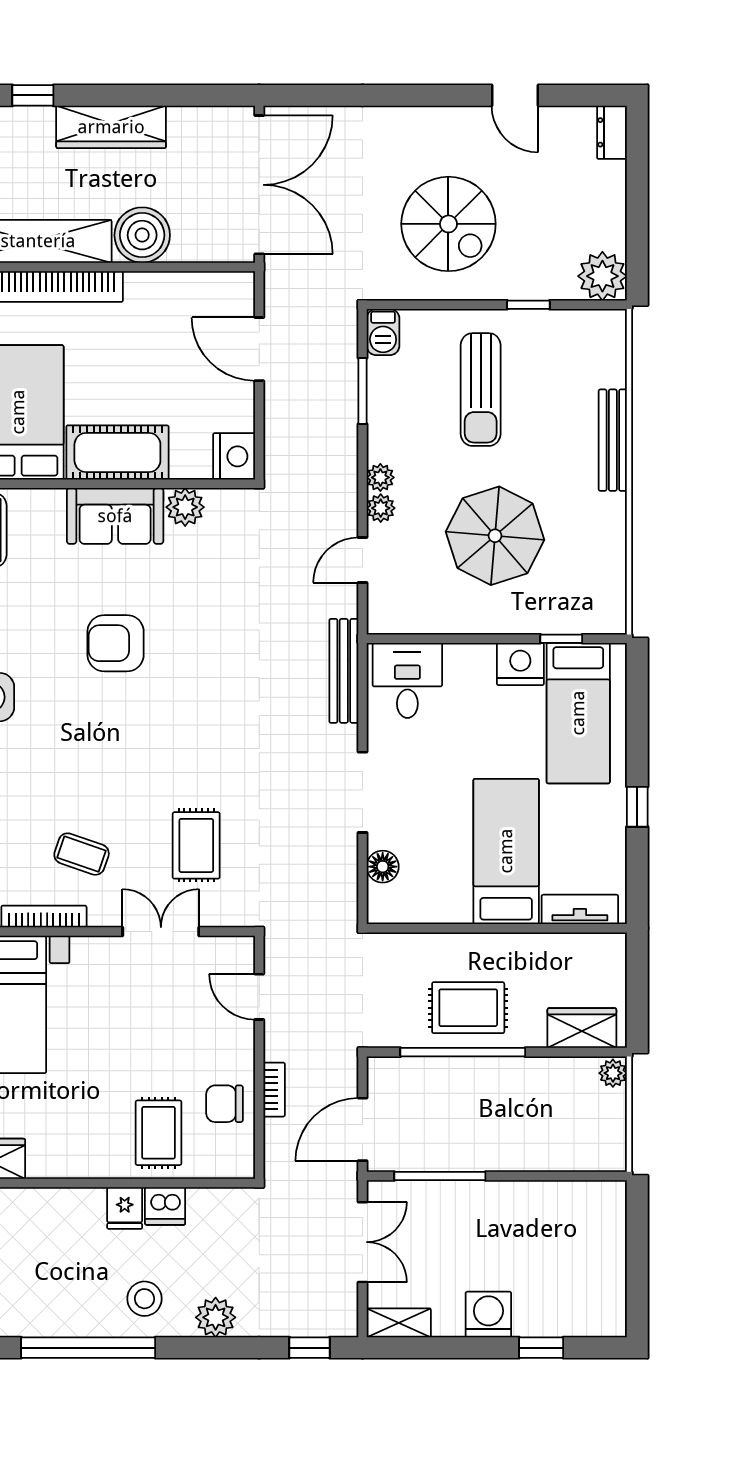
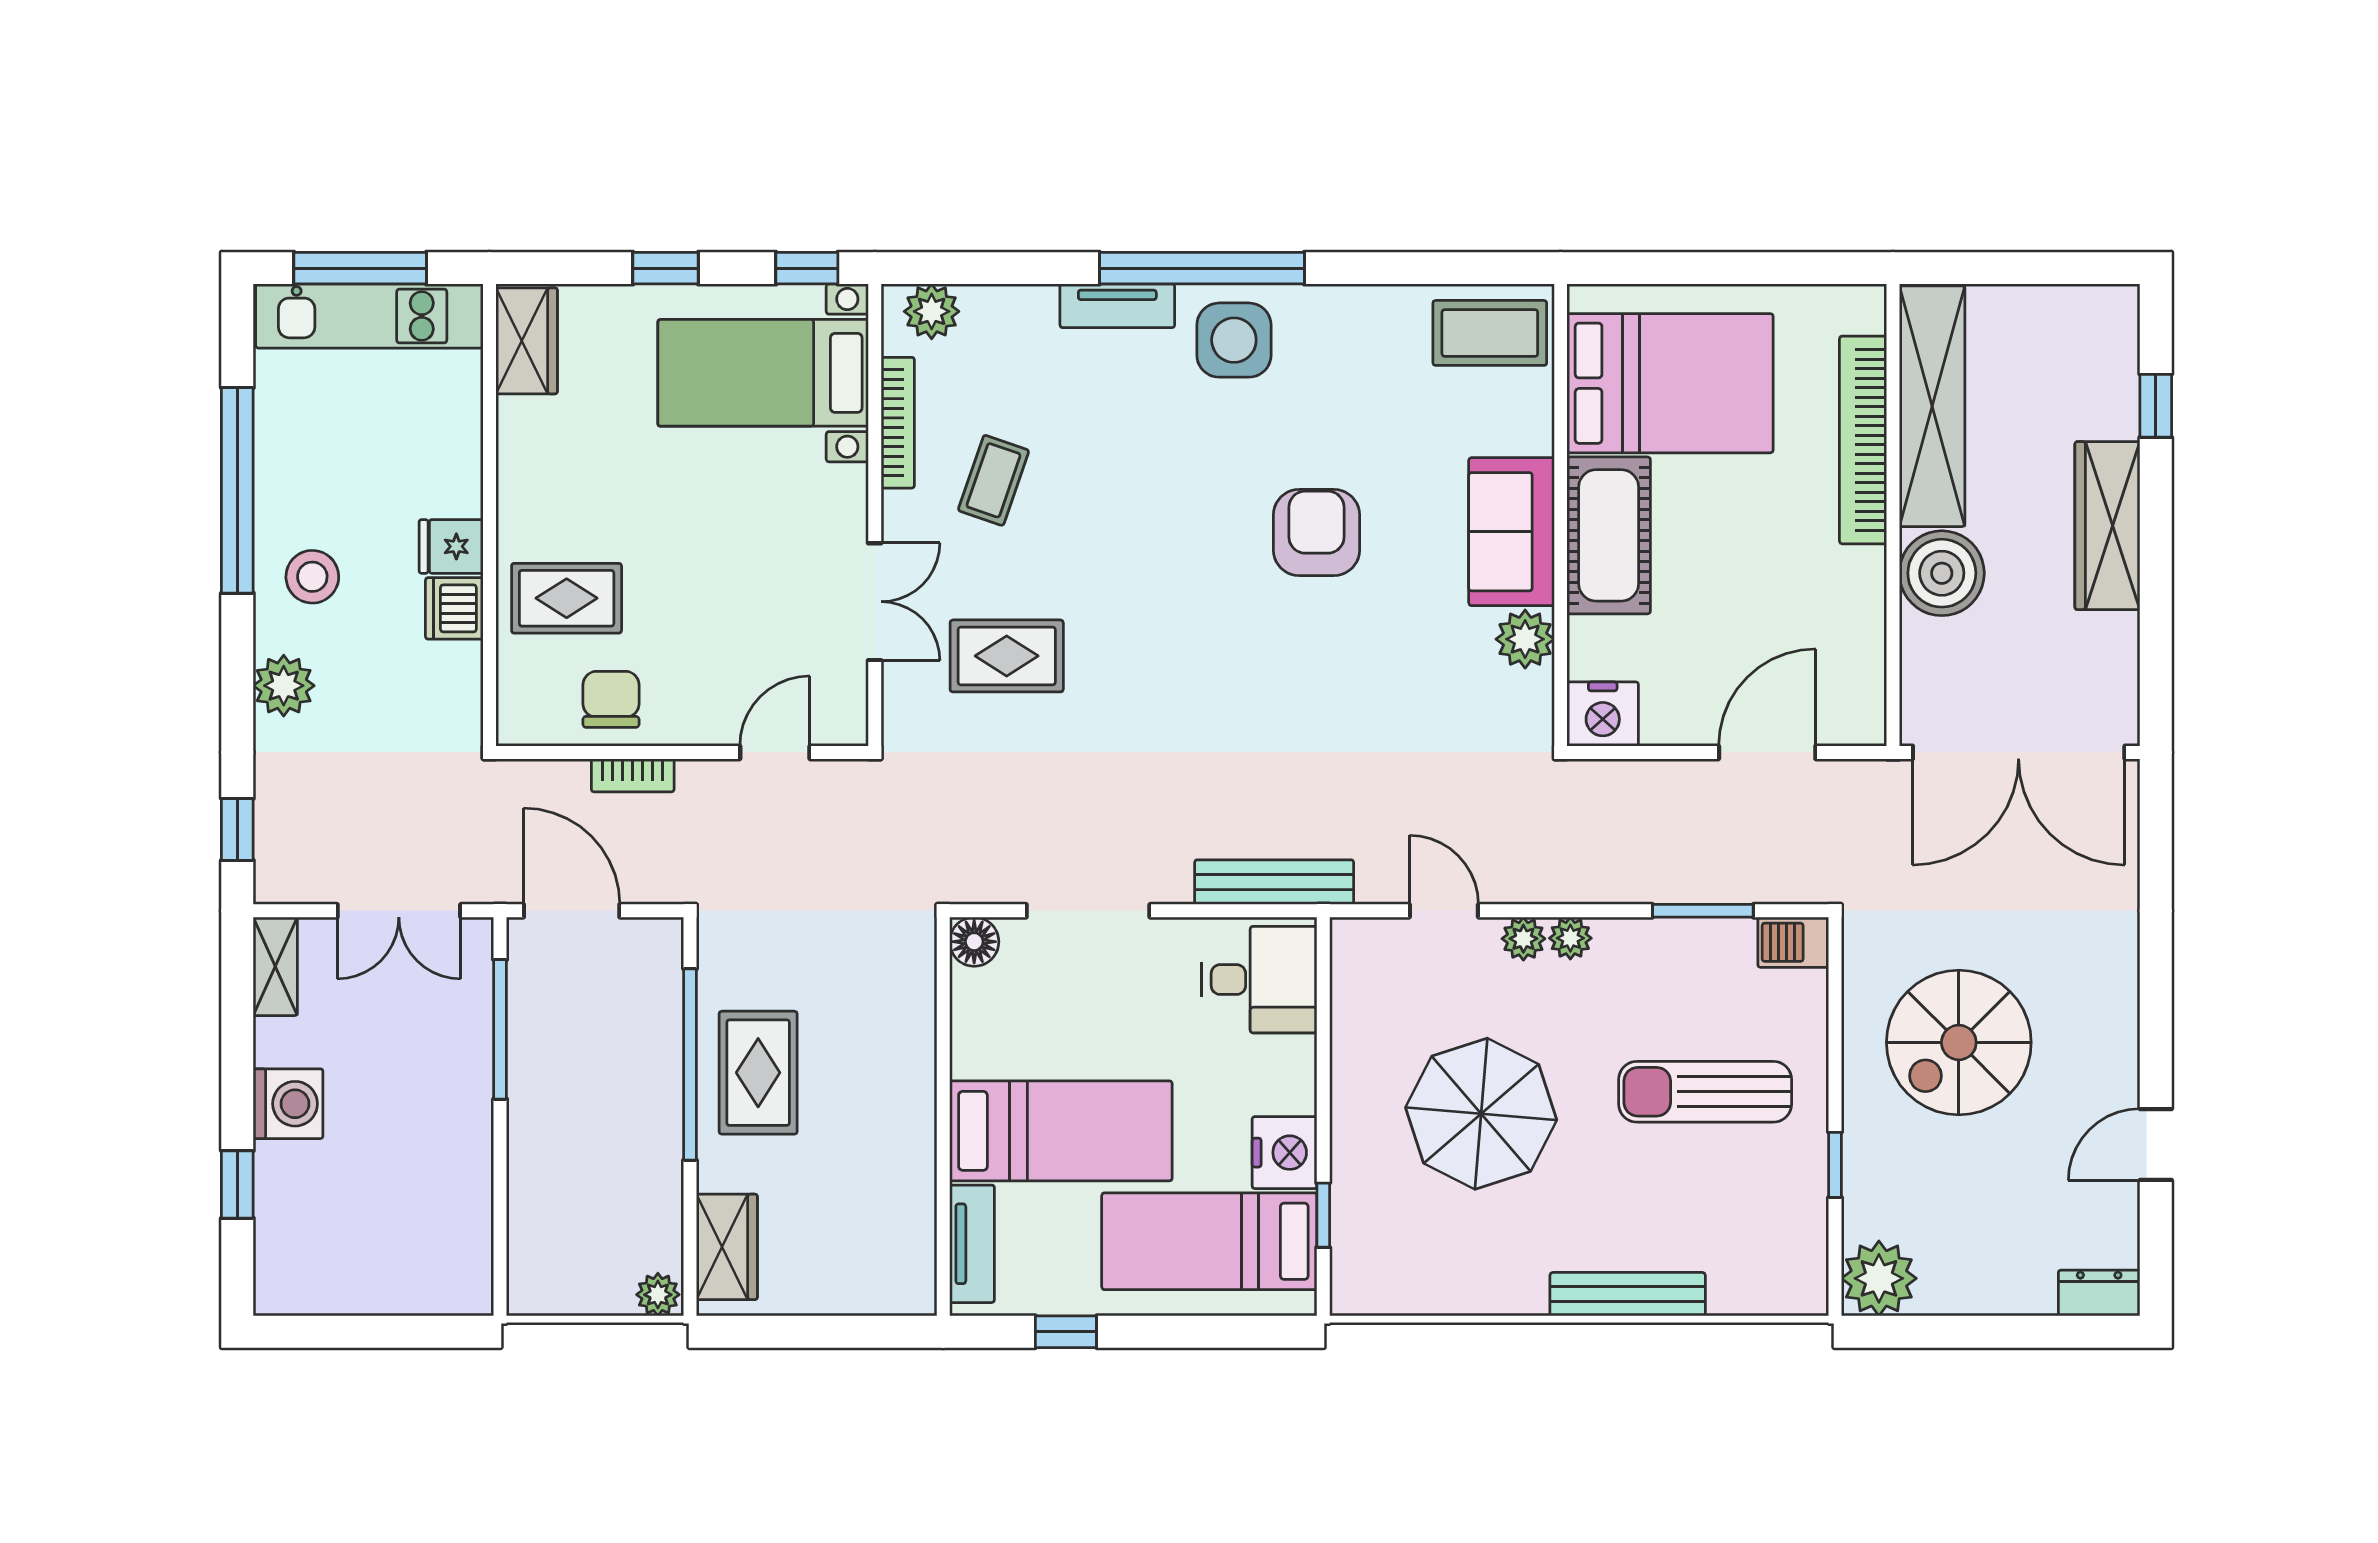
bed: (506, 851) -> (1061, 1131), moved
tv unit: (580, 909) -> (972, 1244), moved
wall: (497, 928) -> (943, 1117), moved

